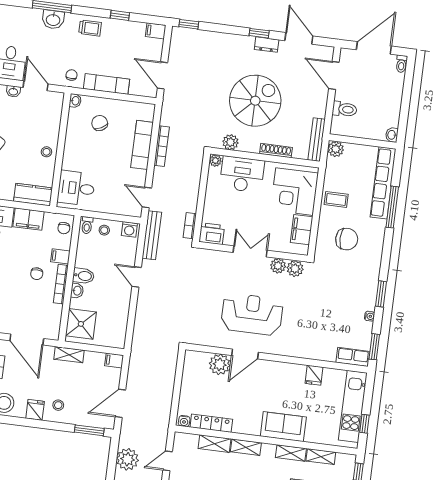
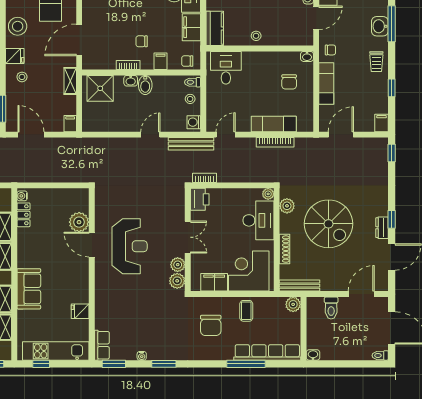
chair: (100, 123) -> (289, 82), turned 118
bookcase: (61, 284) -> (128, 65), width x0.64
locker: (211, 423) -> (23, 215), width x0.66

